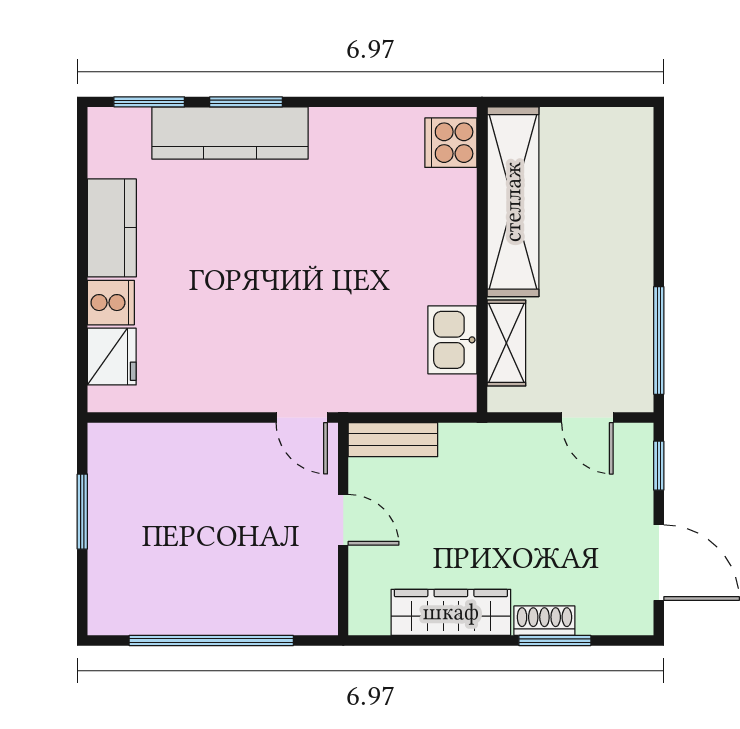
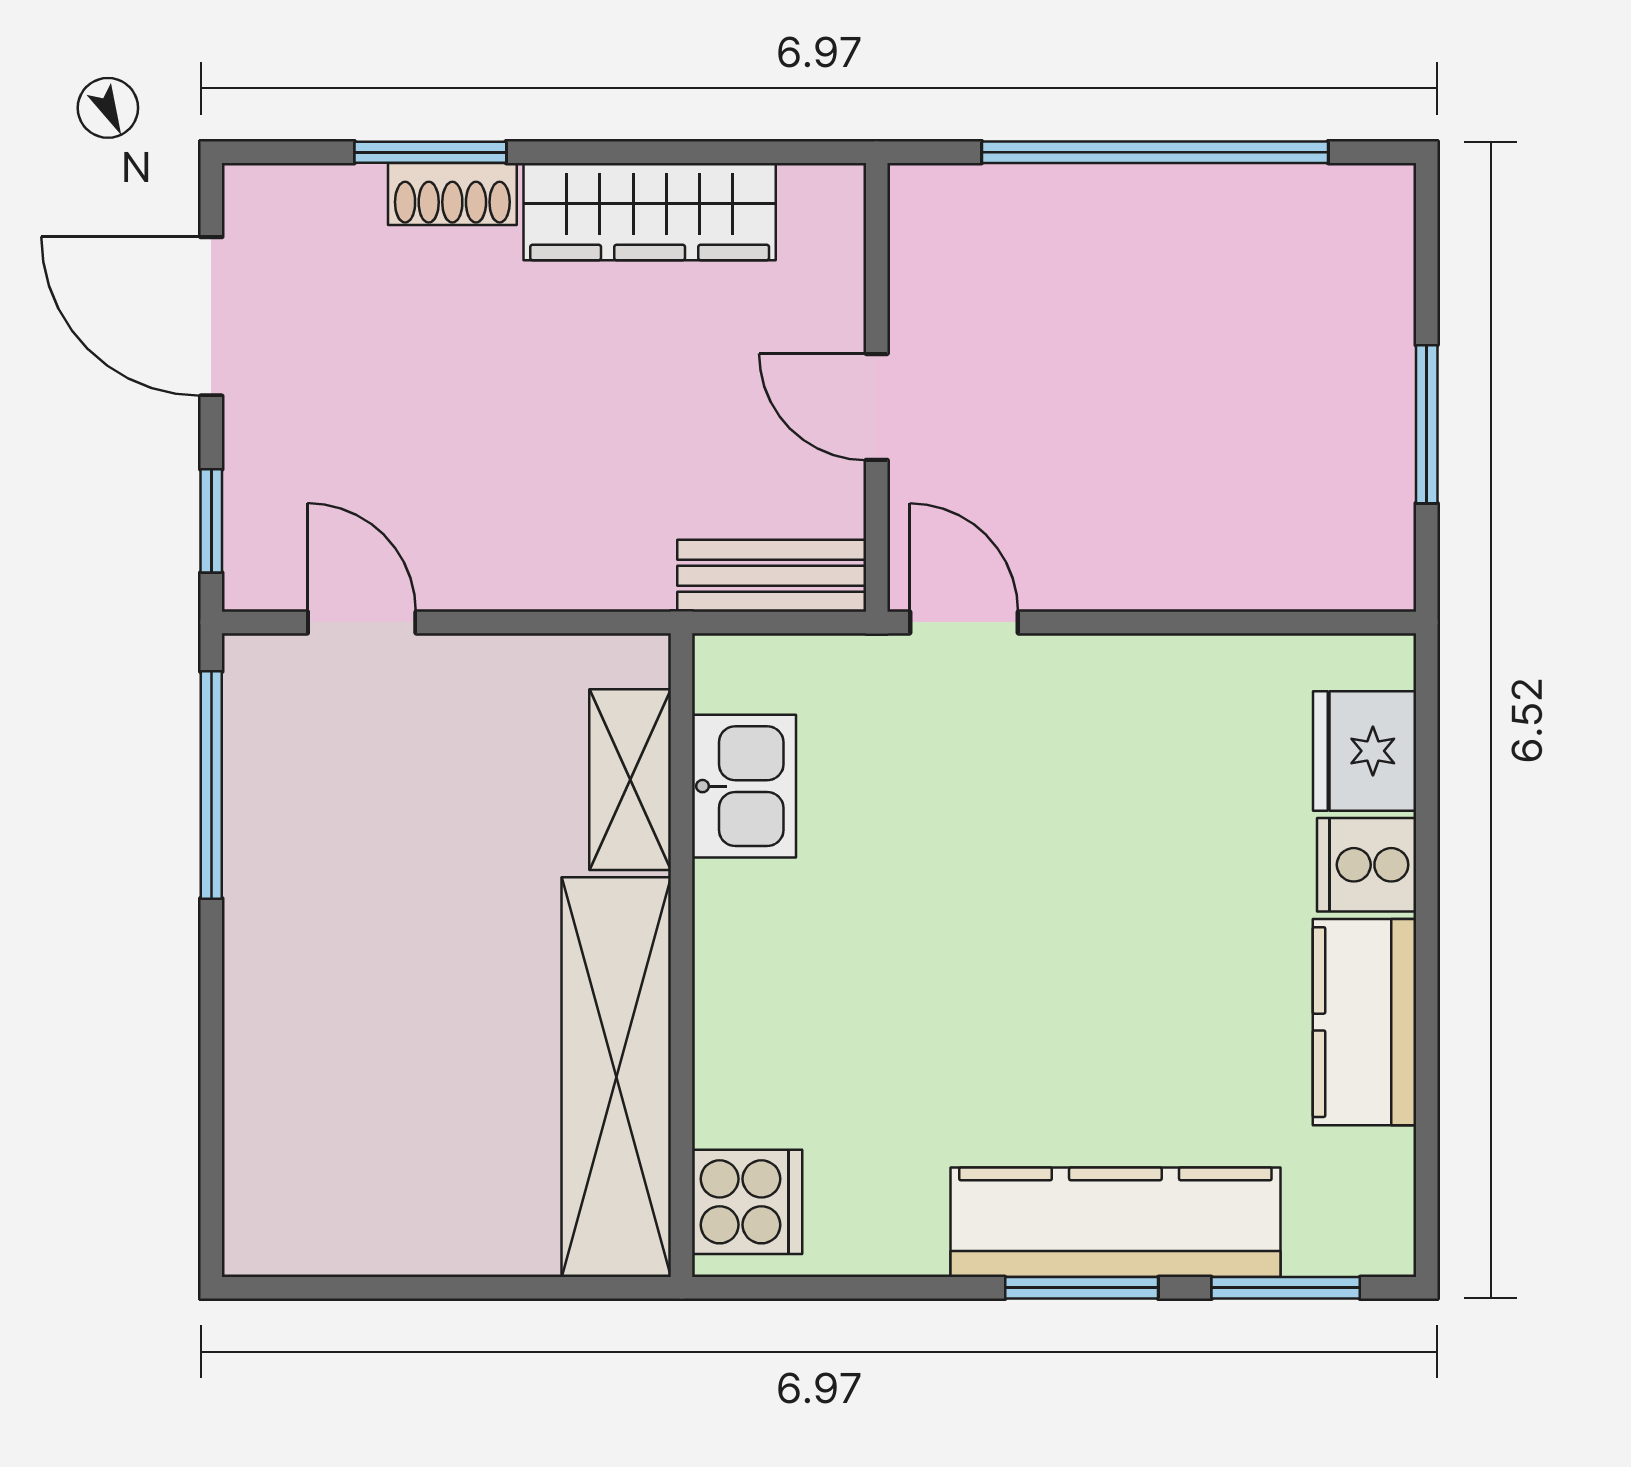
cooker: (451, 143) -> (747, 1202), moved
shelving: (513, 202) -> (616, 1077), moved
wall: (482, 260) -> (681, 955), moved
kitchen sink: (452, 340) -> (744, 786), moved
shelving: (506, 343) -> (630, 780), moved

